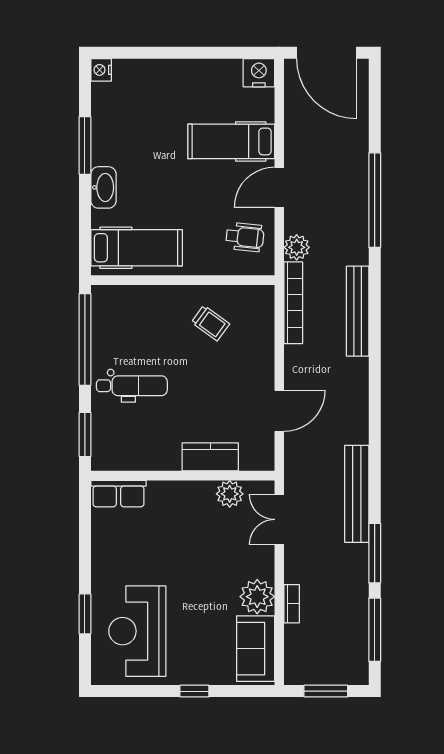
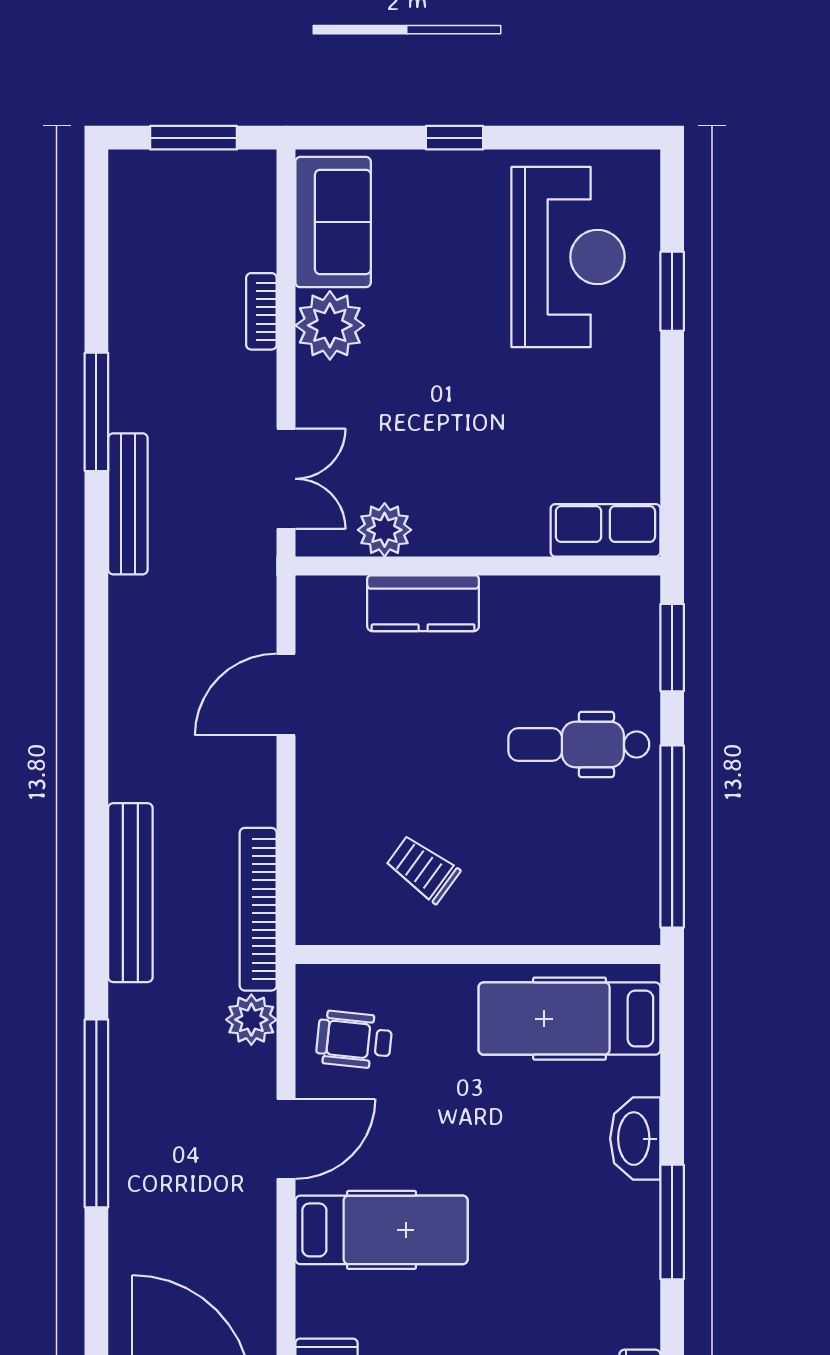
bench: (357, 494) -> (128, 504), width x0.73, depth x0.82
window: (375, 630) -> (96, 260), removed

